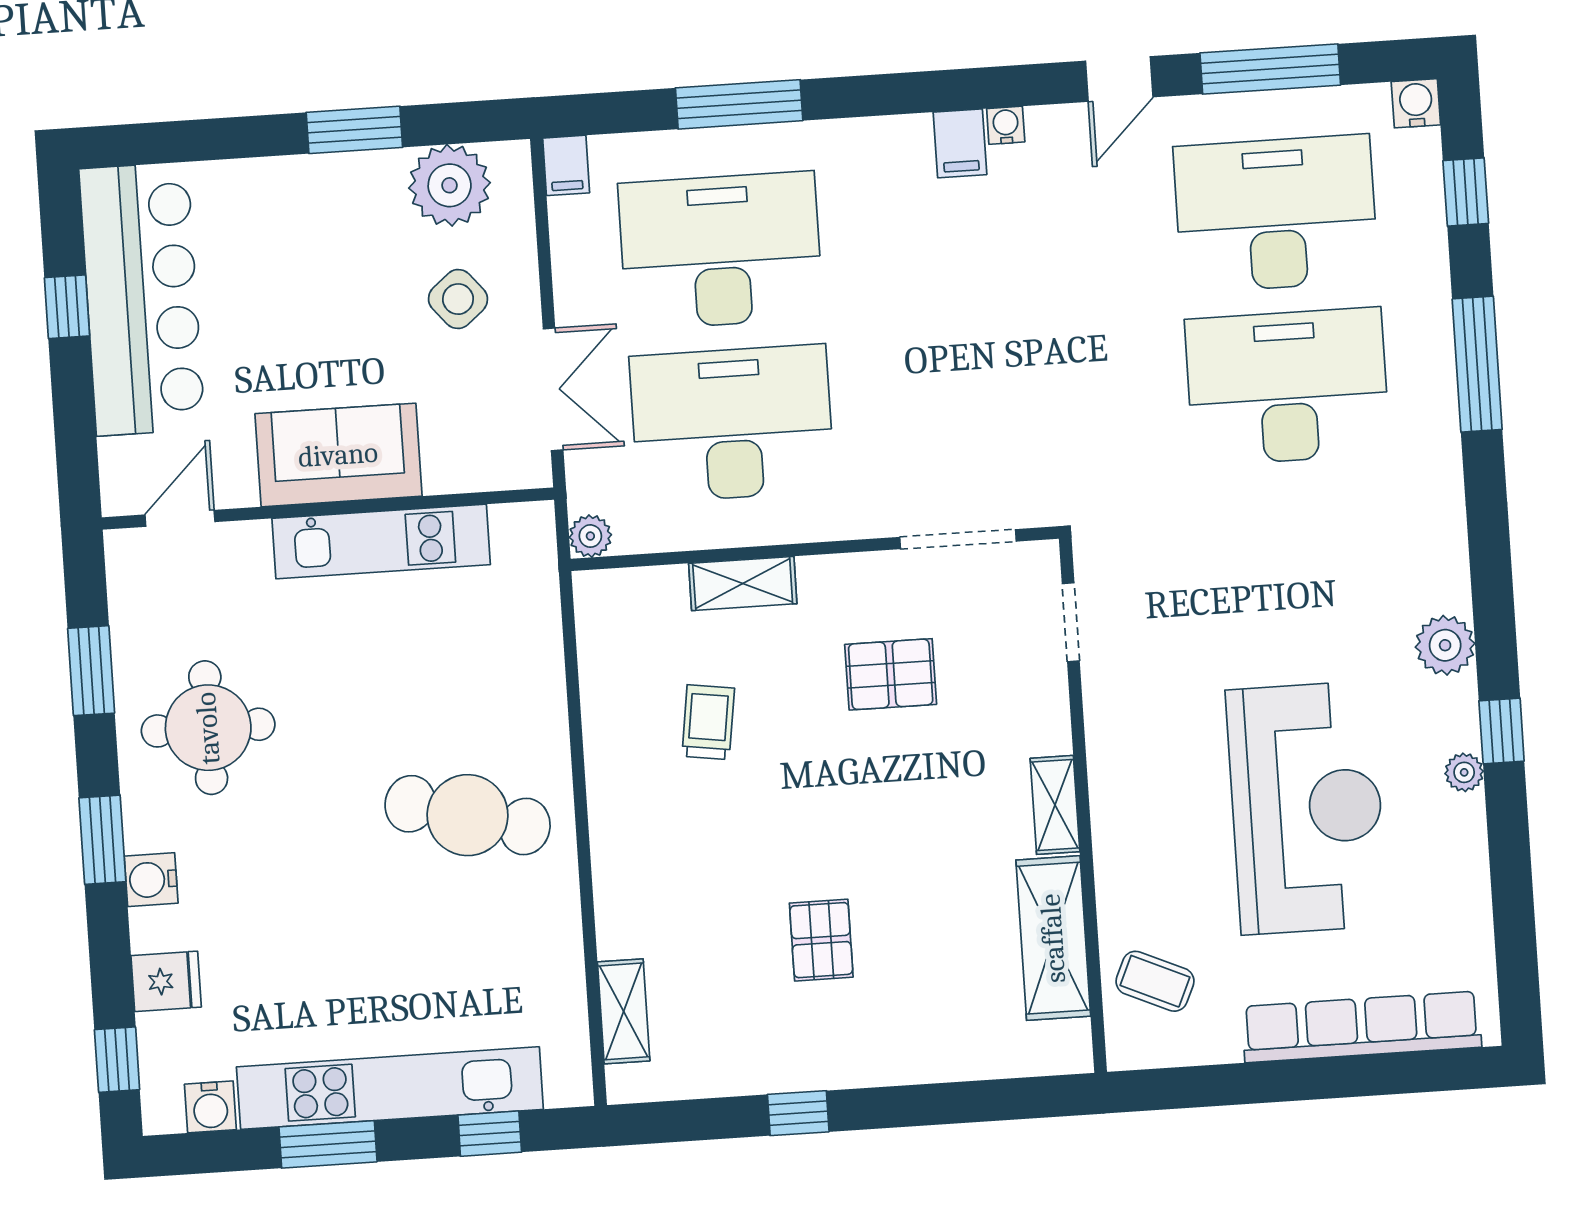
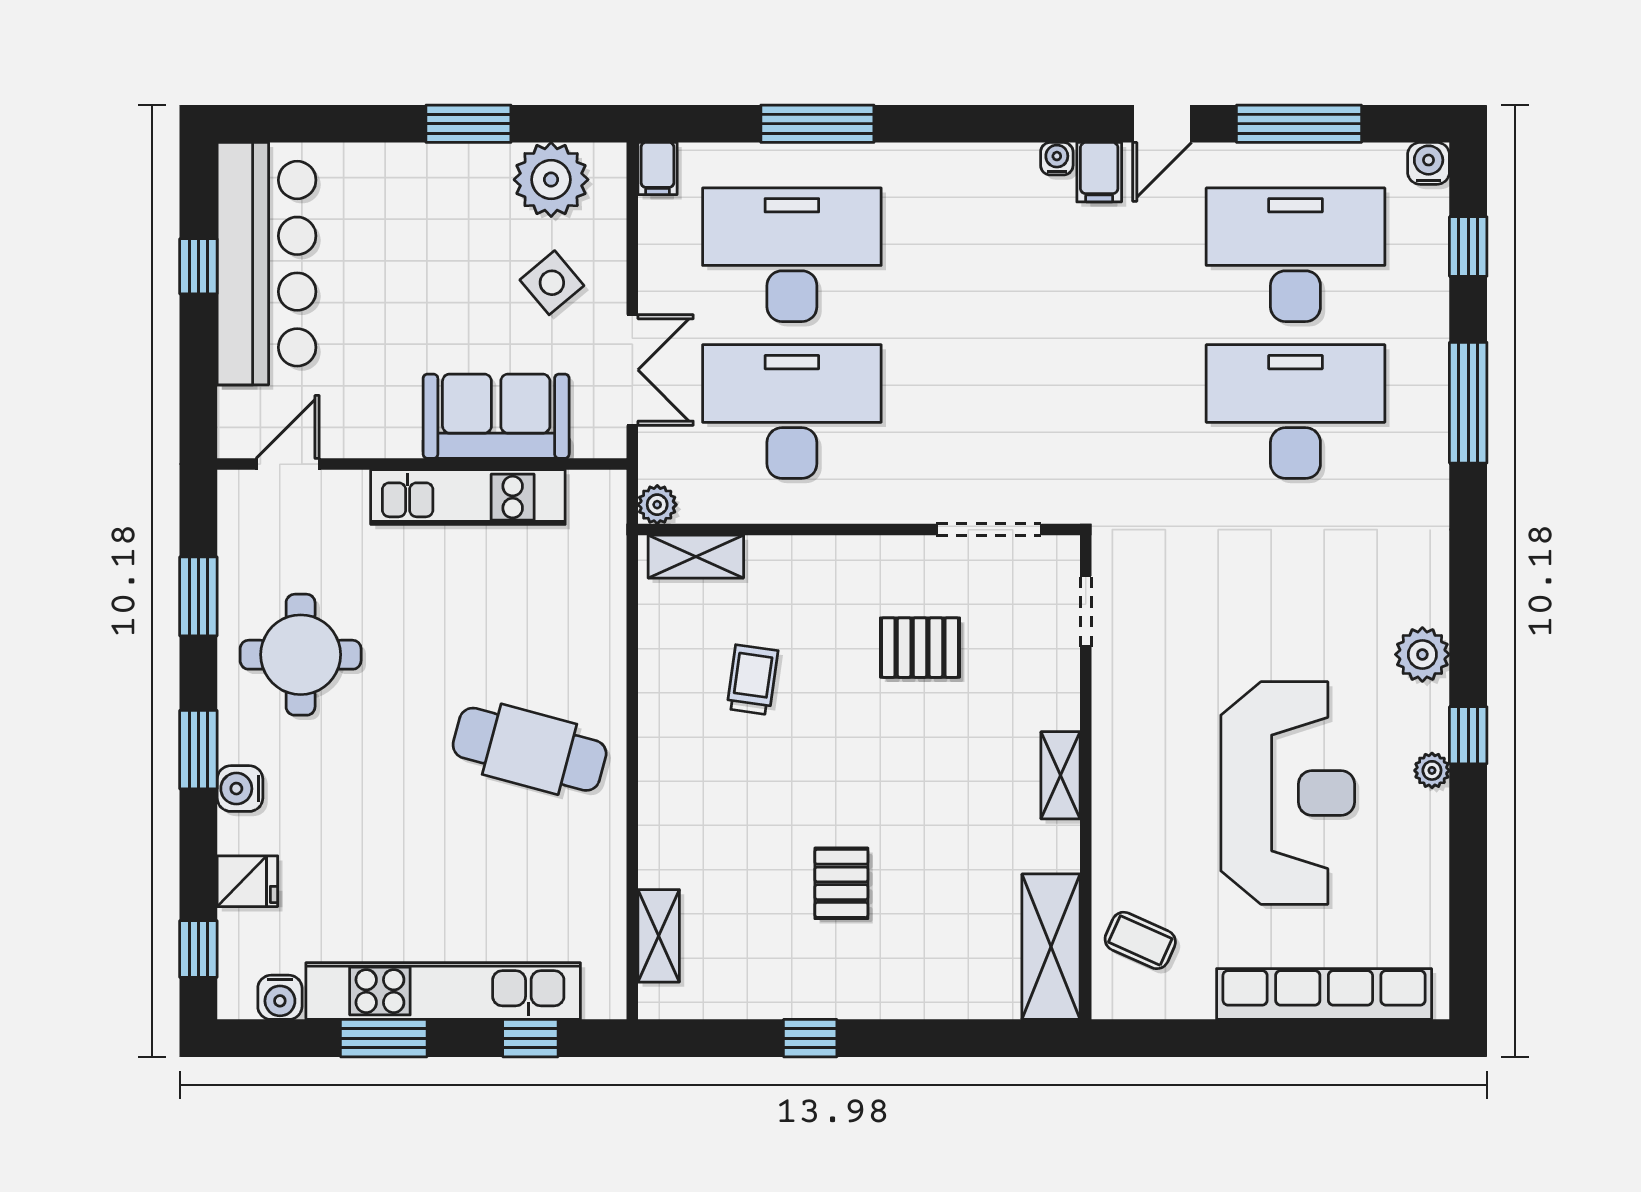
filing cabinet: (960, 143) -> (1099, 172), moved
sofa: (338, 455) -> (496, 416), moved
shelving: (743, 583) -> (696, 557), moved
shelving: (1053, 938) -> (1051, 947), moved

